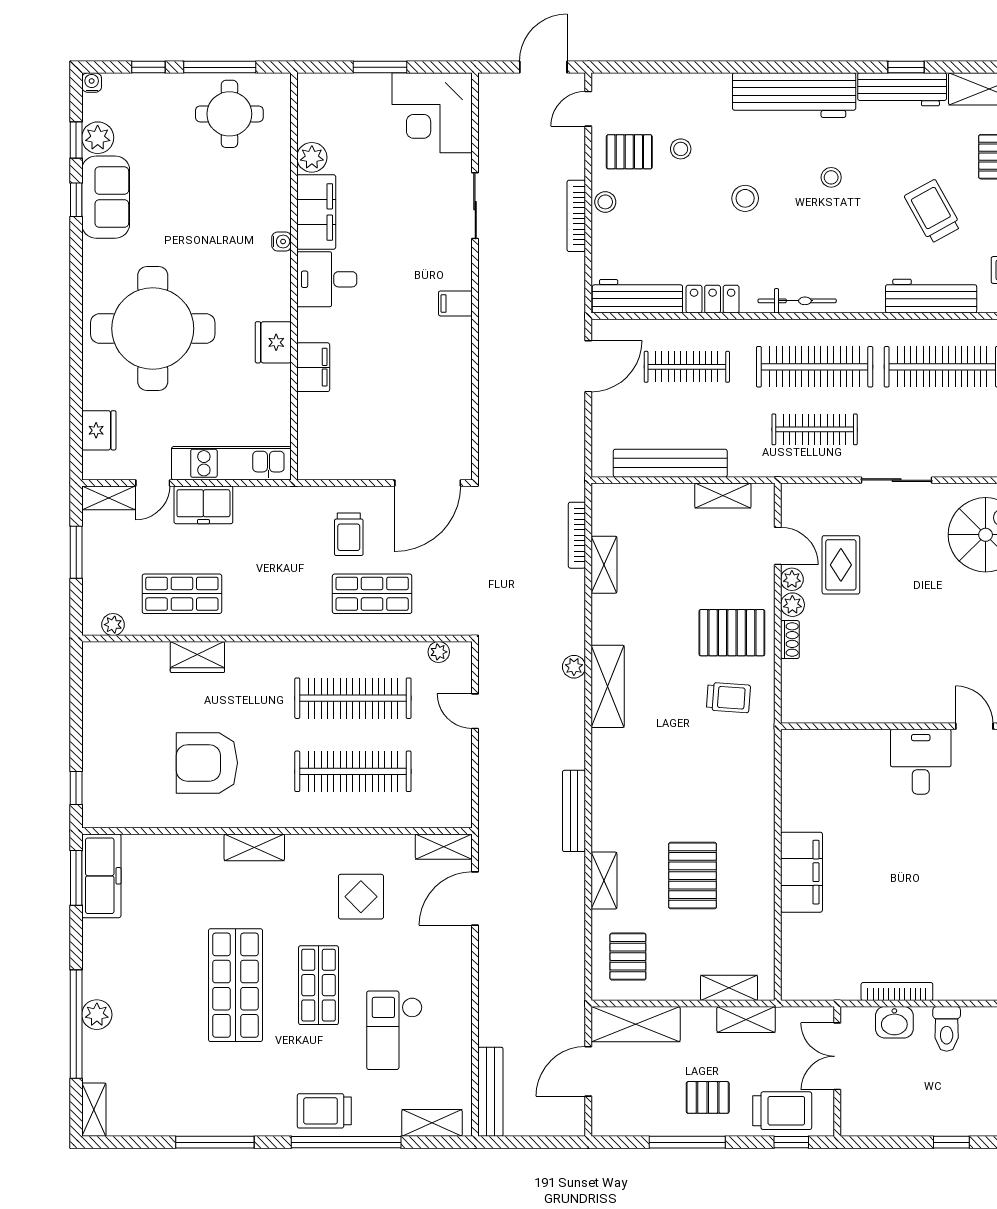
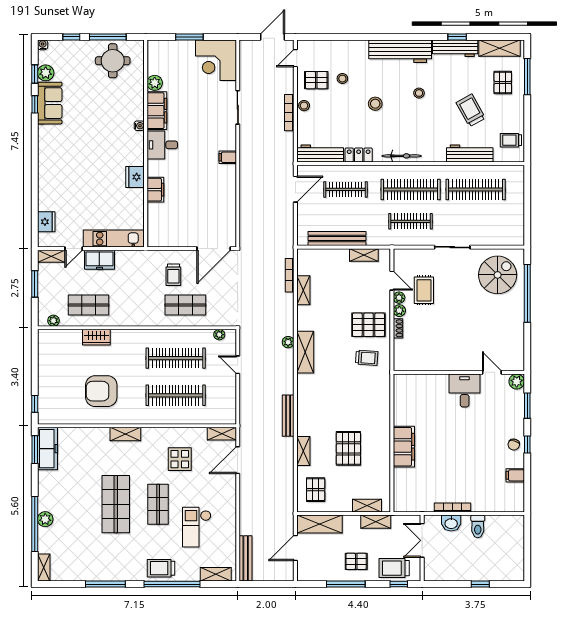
round table: (153, 329) -> (74, 170), removed
trolley: (782, 1111) -> (394, 568), turned 180

